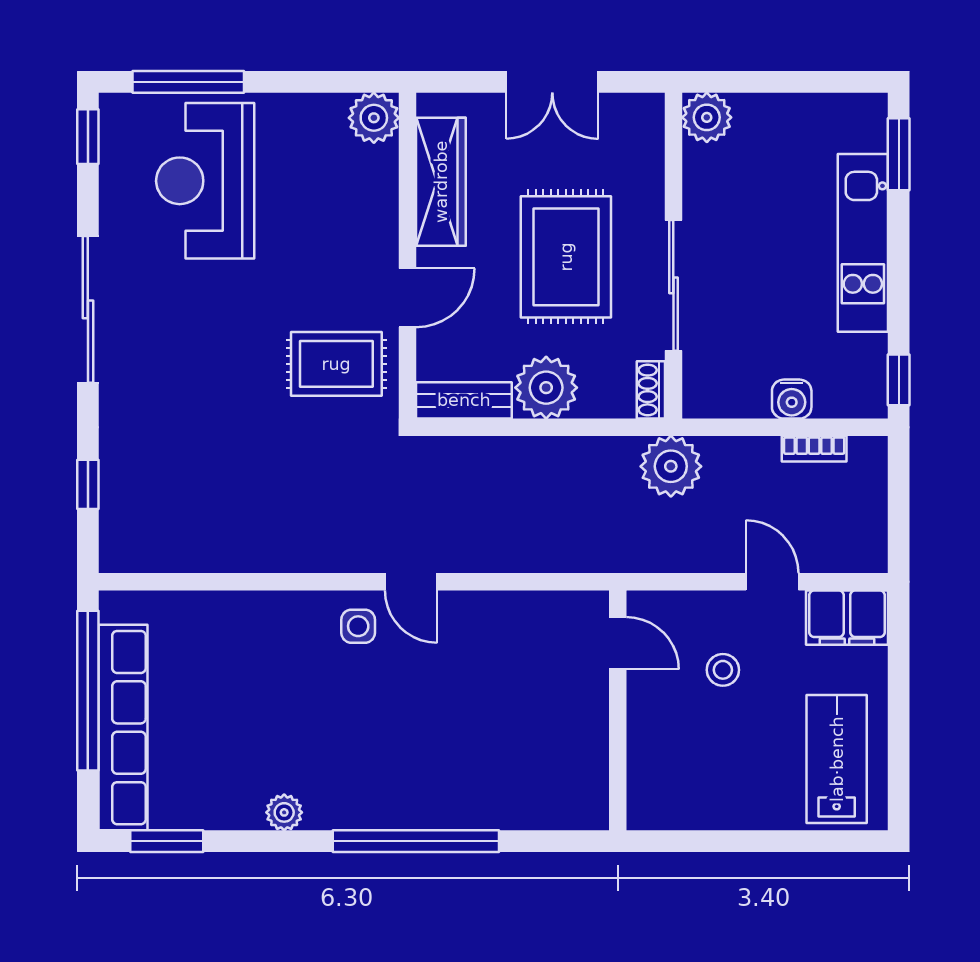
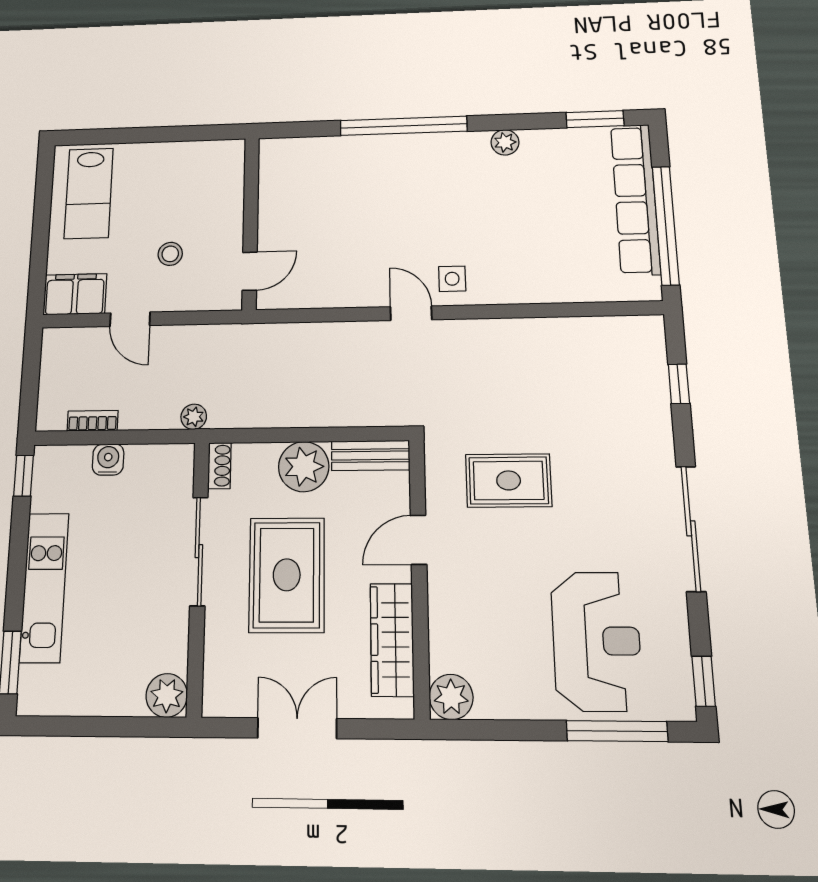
rug: (336, 364) -> (509, 480), moved
plant: (671, 466) -> (194, 417), width x0.53, depth x0.53
door: (618, 643) -> (250, 271), swing flipped

